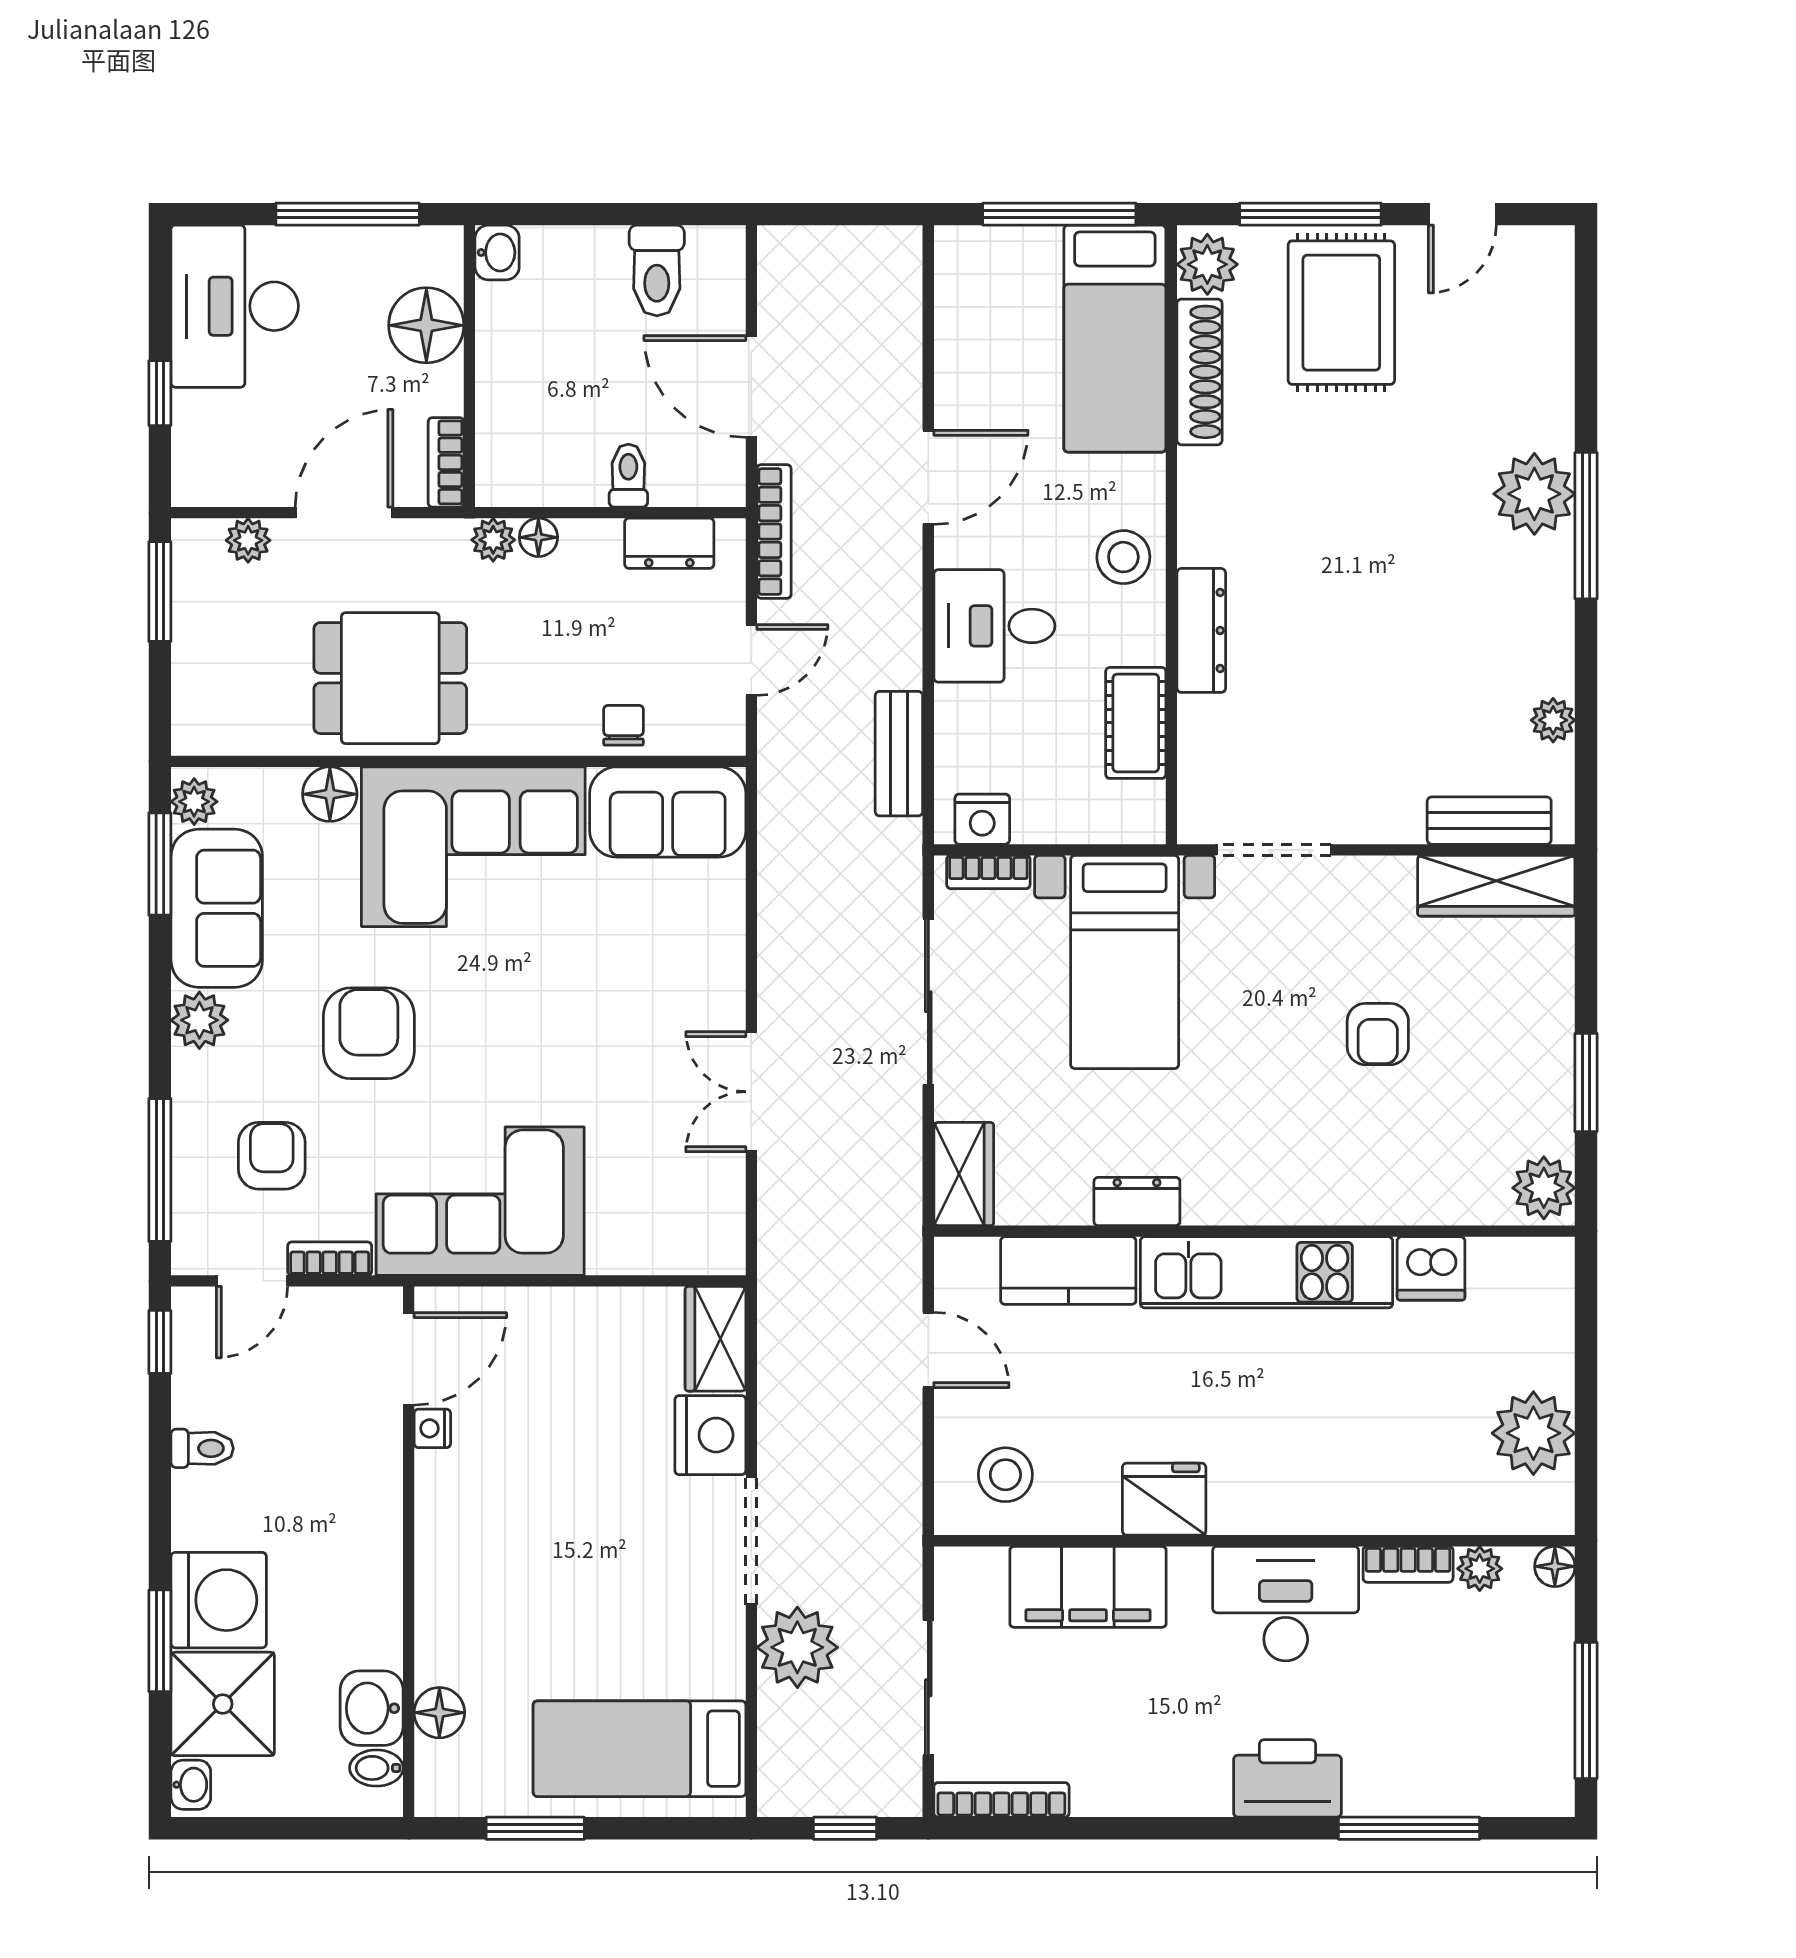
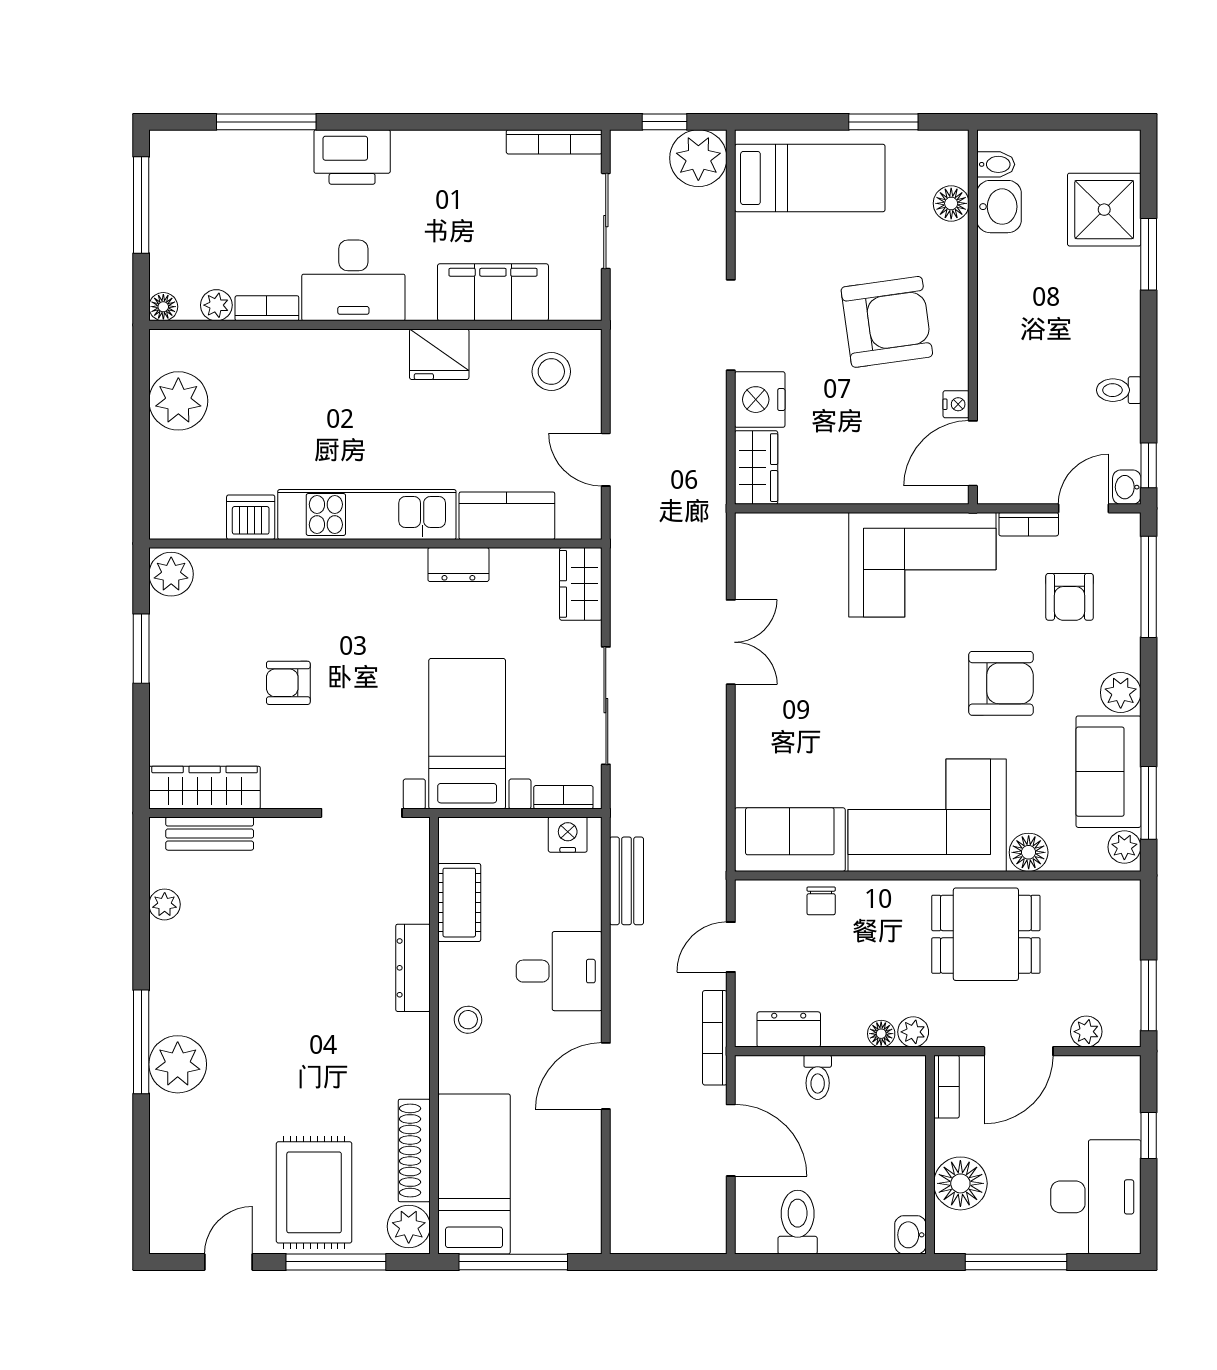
stool: (1123, 557) -> (468, 1020), width x0.73, depth x0.73
armchair: (369, 1033) -> (1001, 683), turned -90
armchair: (1378, 1034) -> (288, 683), turned -90
armchair: (530, 1545) -> (887, 322), added
washing machine: (219, 1600) -> (1107, 283), removed
plant: (797, 1647) -> (698, 158), moved
washbasin: (191, 1785) -> (1127, 487), moved

